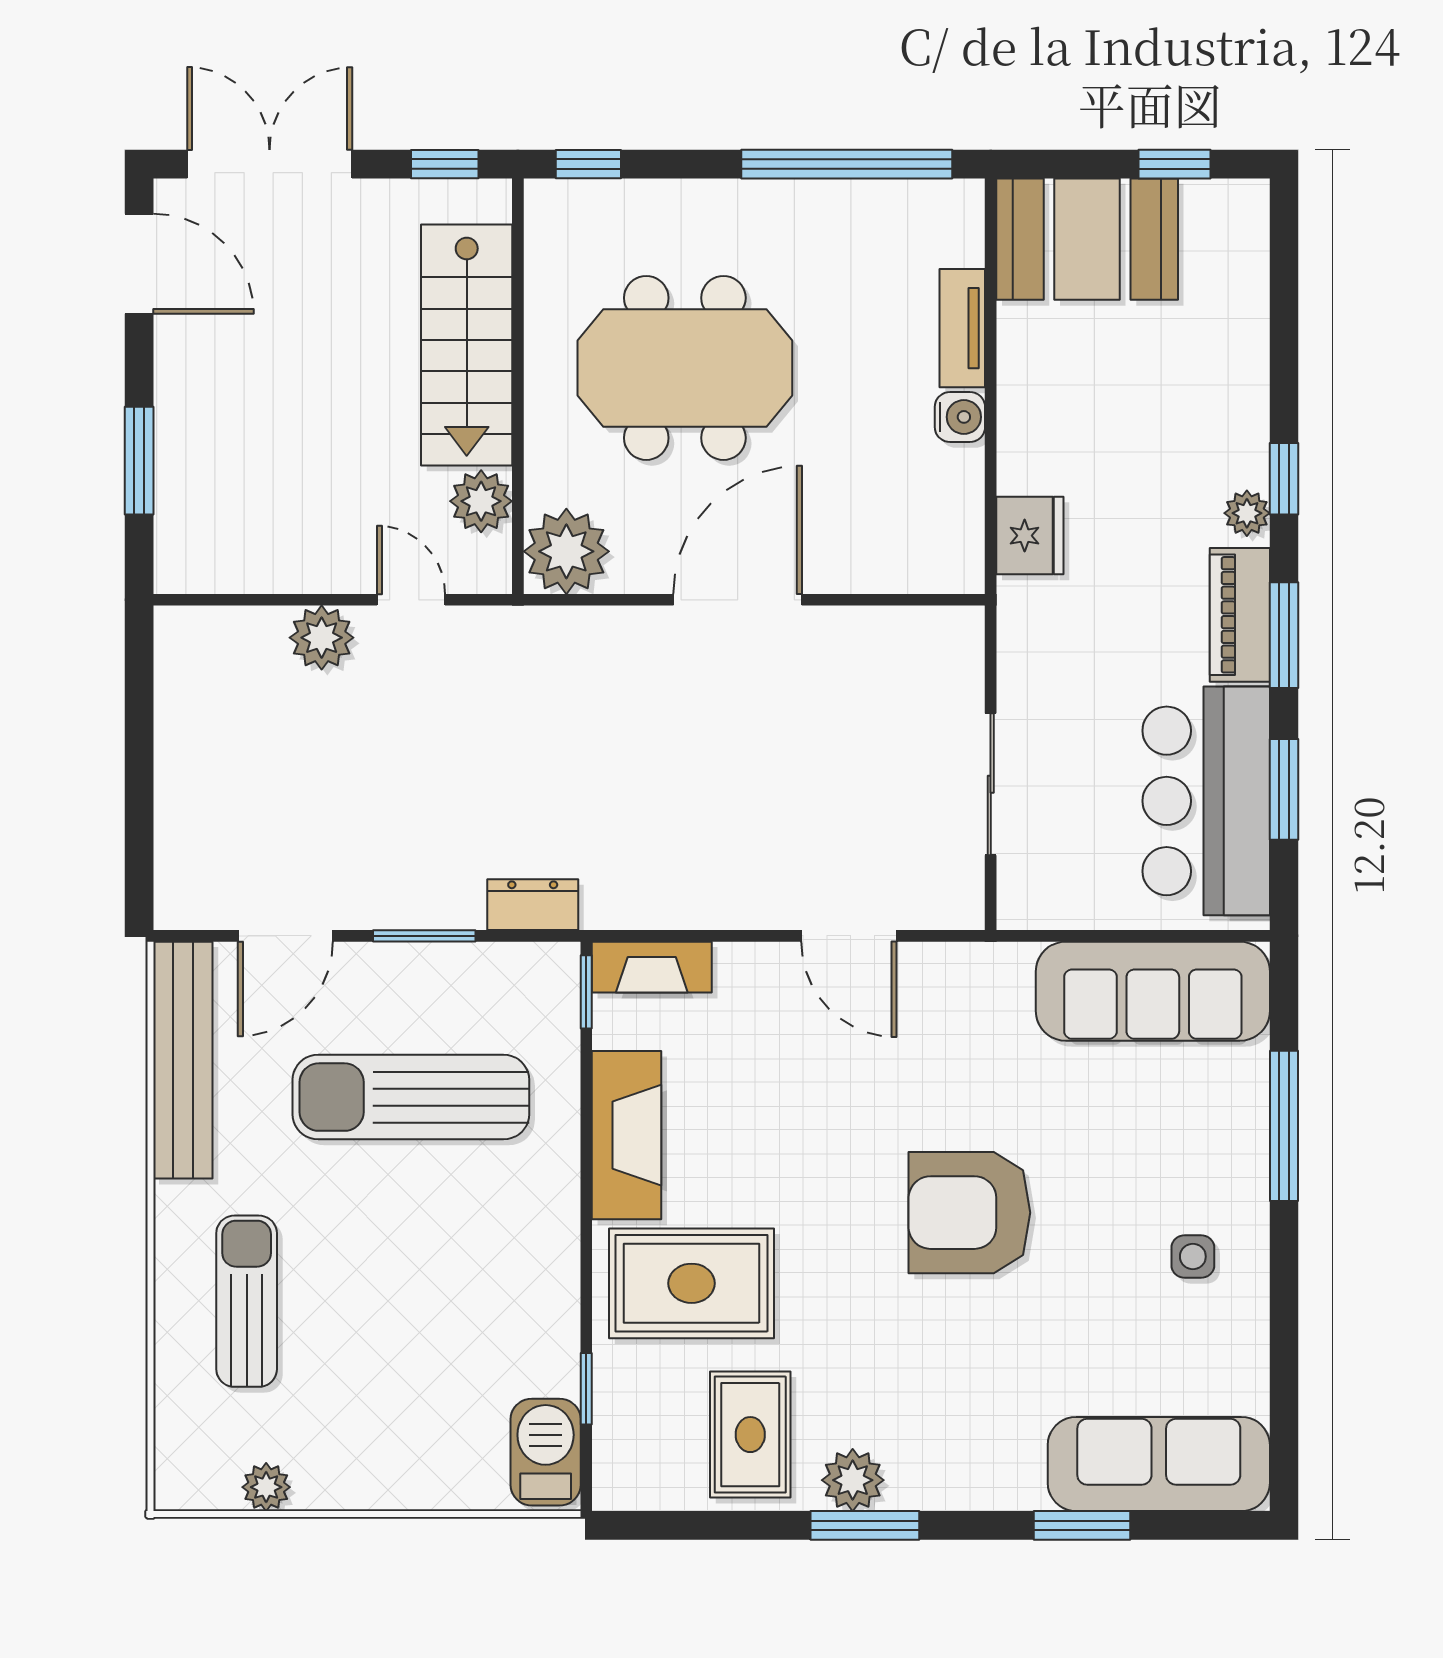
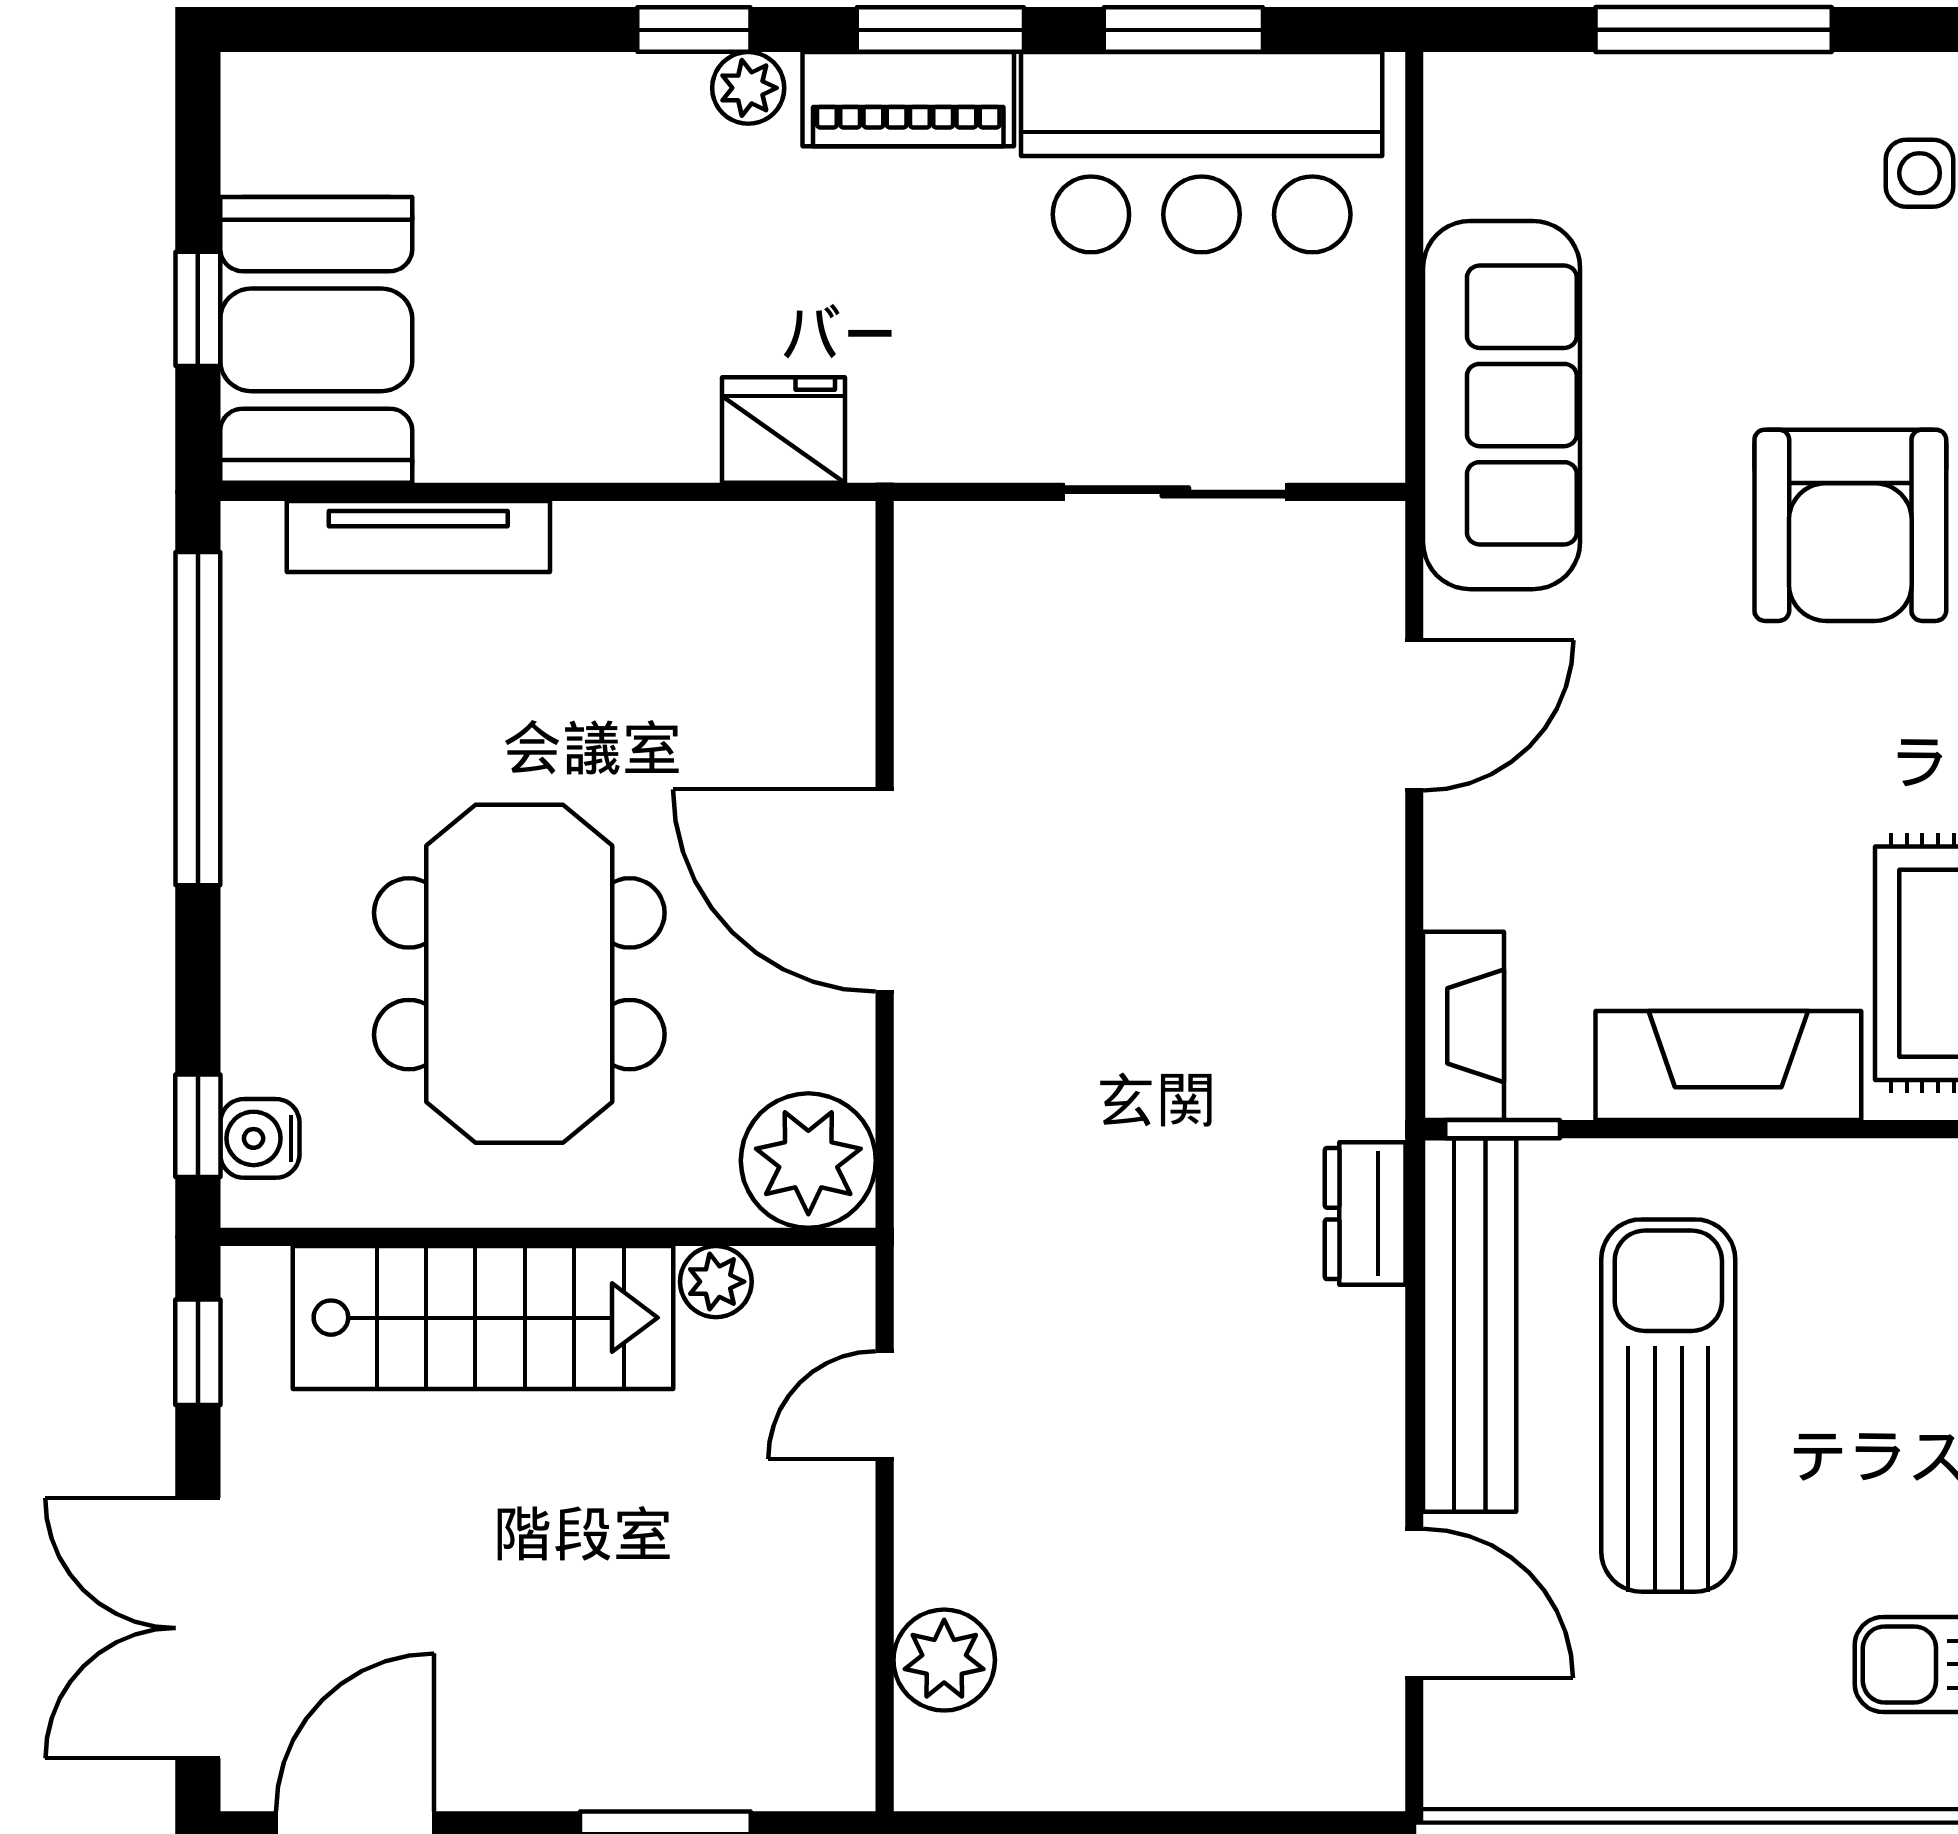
window: (1174, 164) -> (198, 309), moved
tv unit: (962, 328) -> (418, 536), width x1.41
water cooler: (960, 417) -> (260, 1138), moved, turned -90
plant: (481, 501) -> (716, 1282), width x0.73, depth x0.73
plant: (322, 638) -> (944, 1660), moved
window: (424, 936) -> (1414, 1385), removed
sofa: (1153, 991) -> (1502, 405), moved
bench: (183, 1060) -> (1470, 1325), moved, turned 90
sun lounger: (411, 1097) -> (1668, 1406), turned 180

